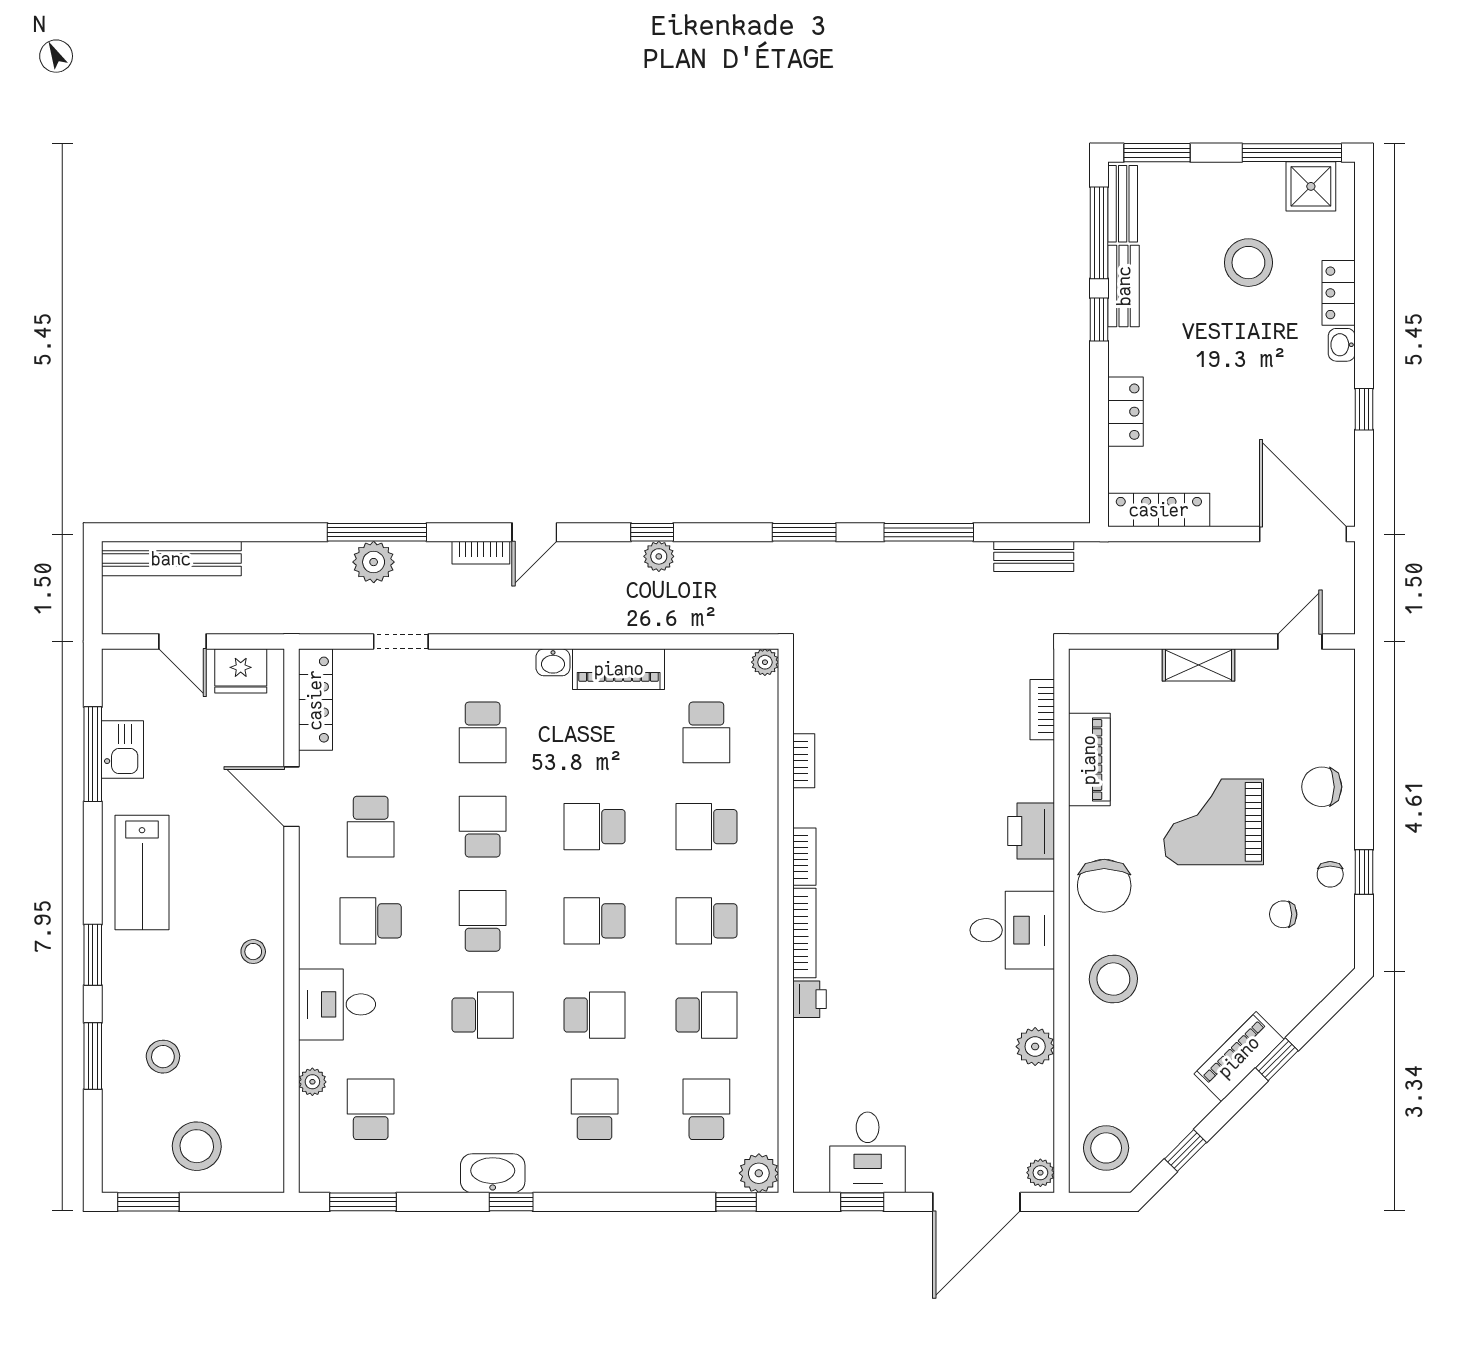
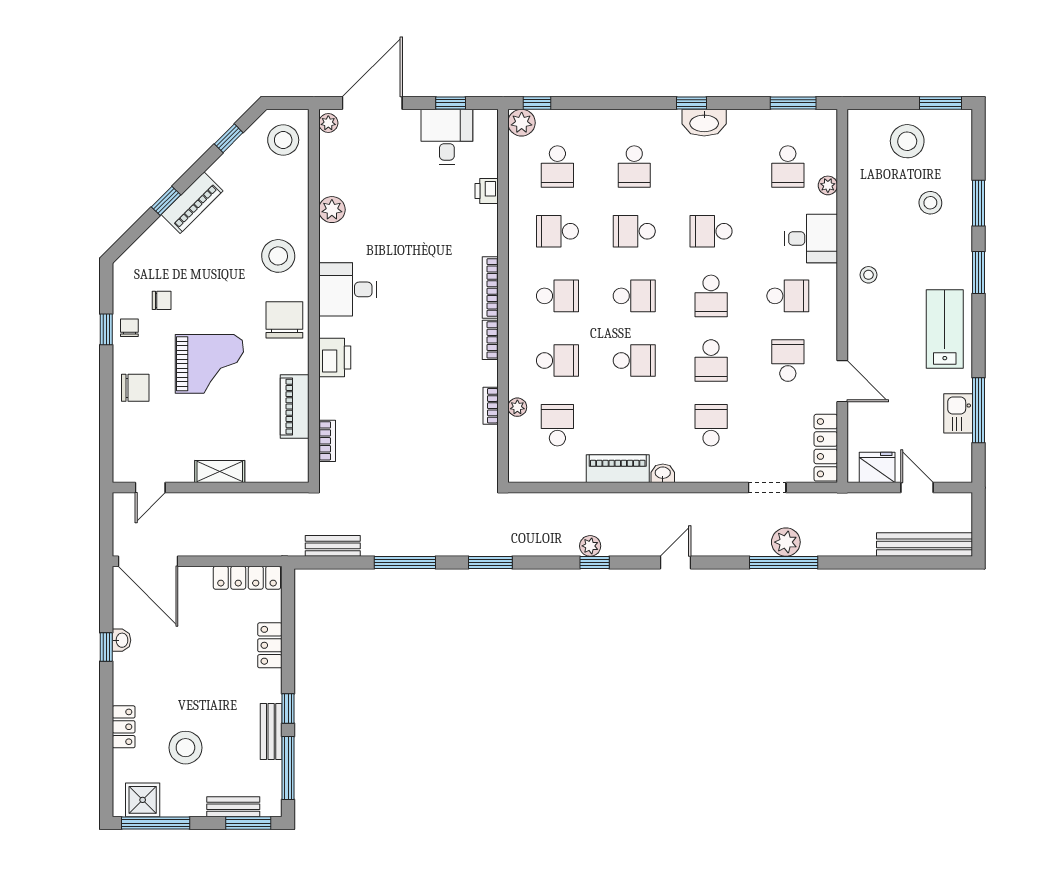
bench: (1123, 204) -> (233, 807), moved, turned 90
washbasin: (1342, 345) -> (121, 640), moved
bookcase: (481, 553) -> (712, 548), removed
plant: (765, 662) -> (517, 407), moved
printer: (810, 999) -> (487, 191), moved

